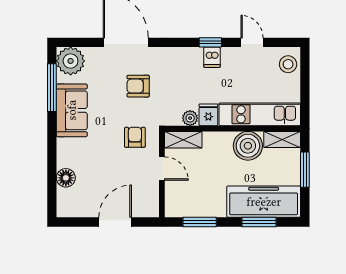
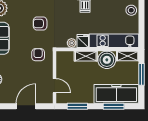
shelving: (183, 140) -> (86, 56), moved
door: (162, 169) -> (54, 86), moved

